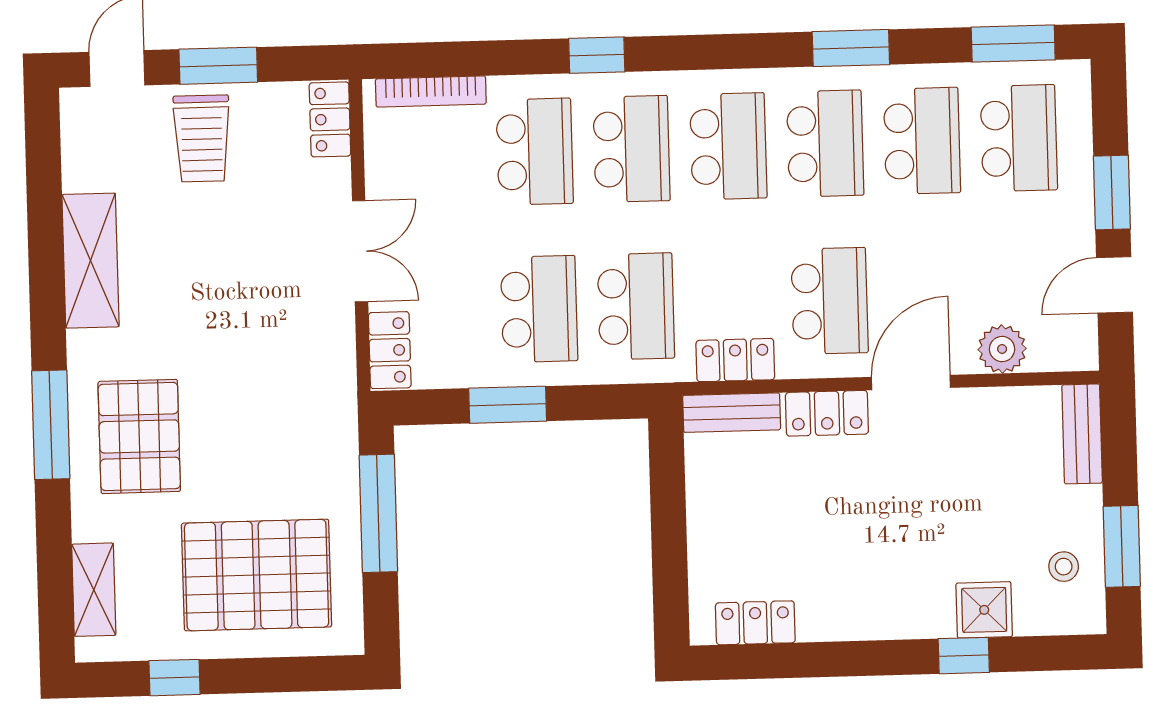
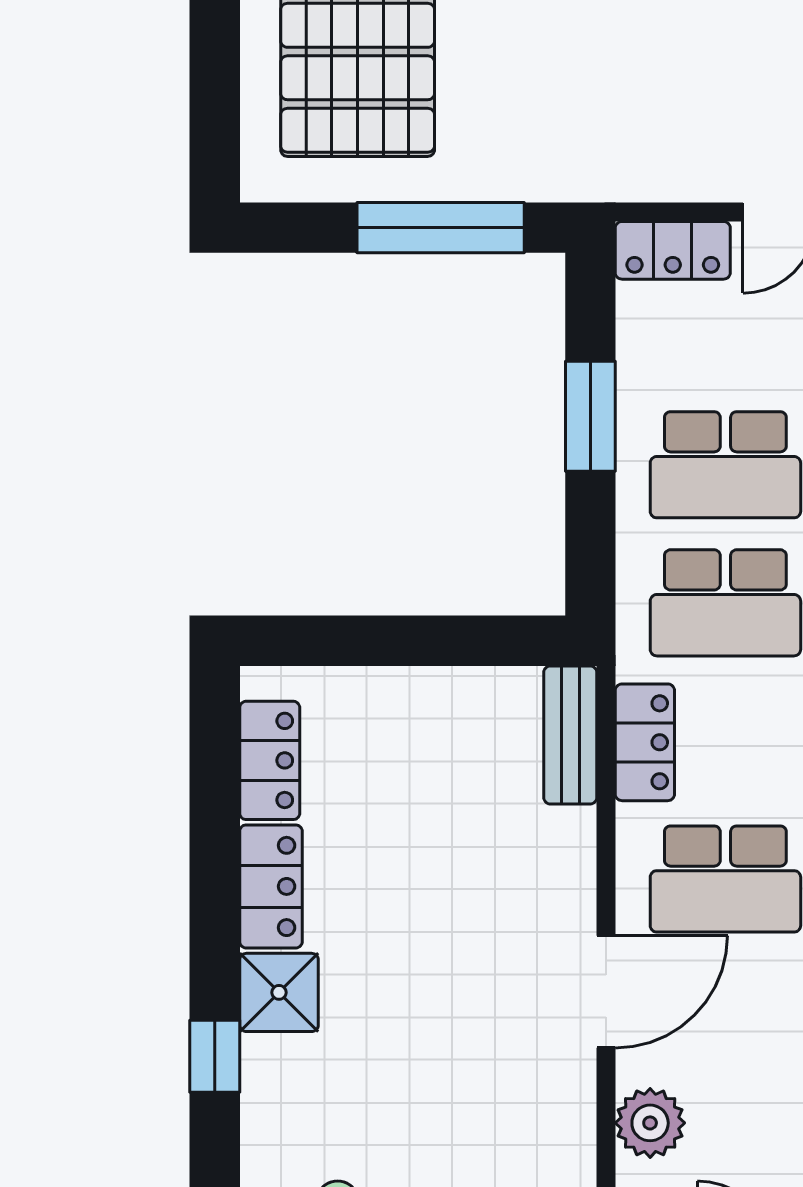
door: (911, 382) -> (606, 992), hinge flipped
locker: (827, 413) -> (271, 886), moved, turned 180
shower: (984, 610) -> (279, 992), moved

